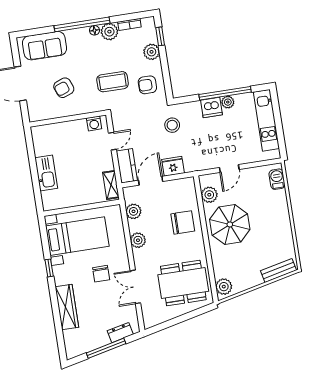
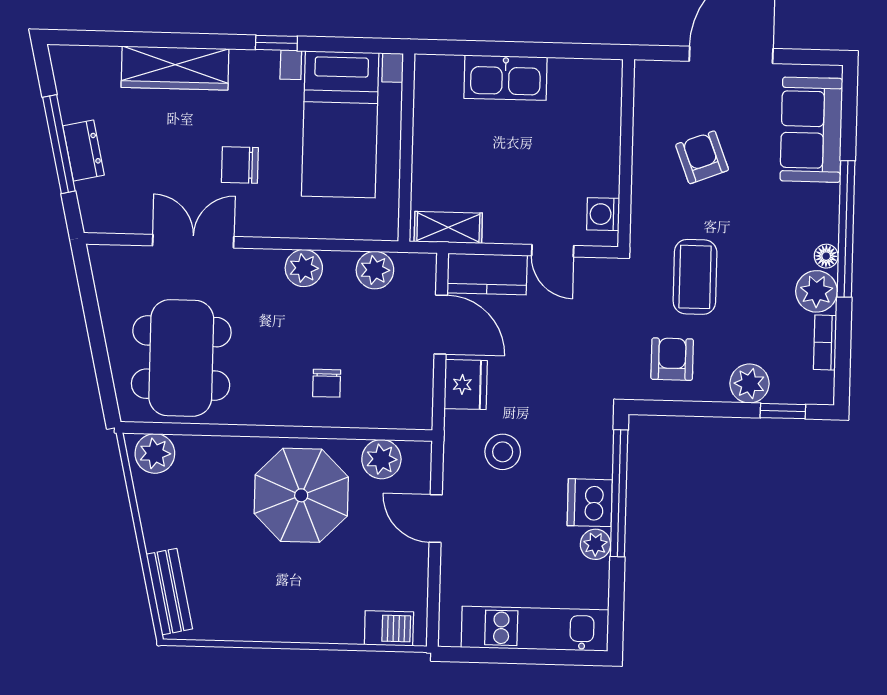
window: (225, 93) -> (619, 493), moved
stool: (172, 125) -> (503, 452), moved
chair: (183, 222) -> (327, 383), width x0.54, depth x0.54
dresser: (120, 333) -> (83, 151), moved

